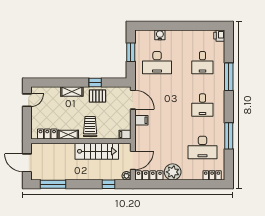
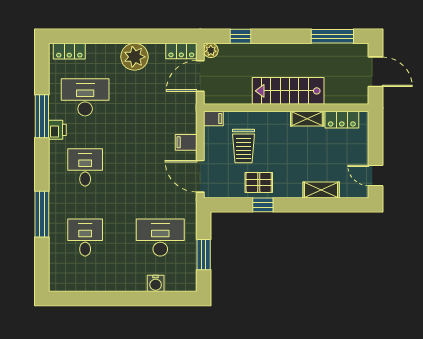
printer: (219, 36) -> (57, 130), moved
shelving: (72, 91) -> (321, 190), moved
door: (27, 100) -> (376, 175), hinge flipped
trolley: (90, 126) -> (244, 146), moved
stairs: (97, 151) -> (288, 91), moved
locker: (149, 175) -> (181, 51), width x0.66

